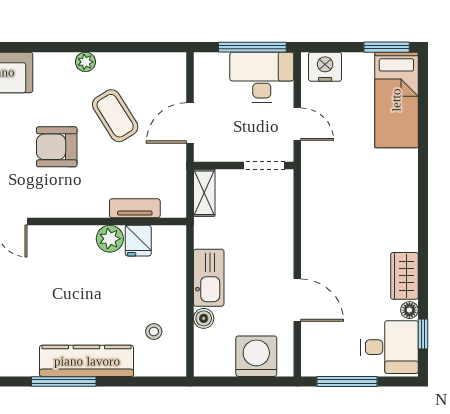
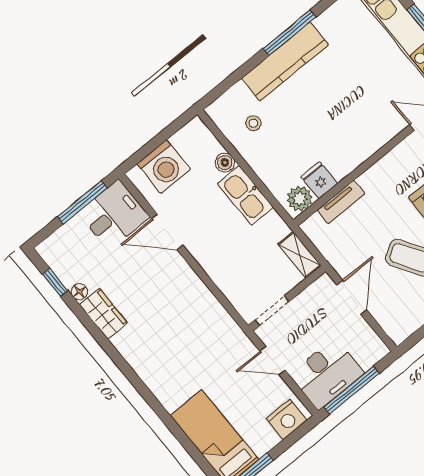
plant: (110, 239) -> (300, 199), moved
desk: (390, 347) -> (114, 215), moved, turned 180

